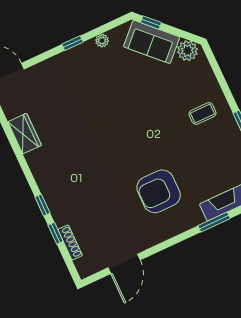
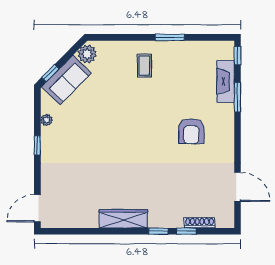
wardrobe: (25, 134) -> (123, 219), moved, width x1.50
armchair: (159, 191) -> (191, 131), width x0.73, depth x0.73

